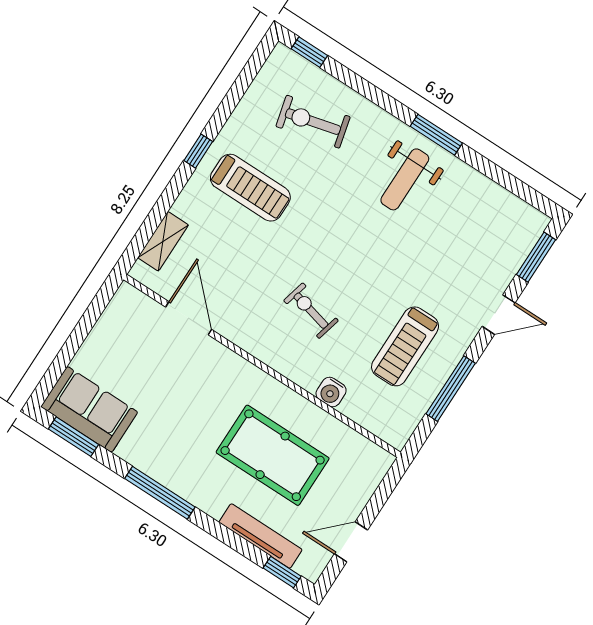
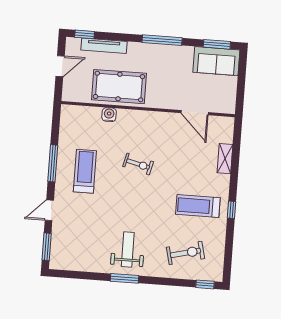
door: (189, 318) -> (195, 113), moved
wall: (262, 366) -> (148, 109), moved
water cooler: (331, 392) -> (109, 115), moved

